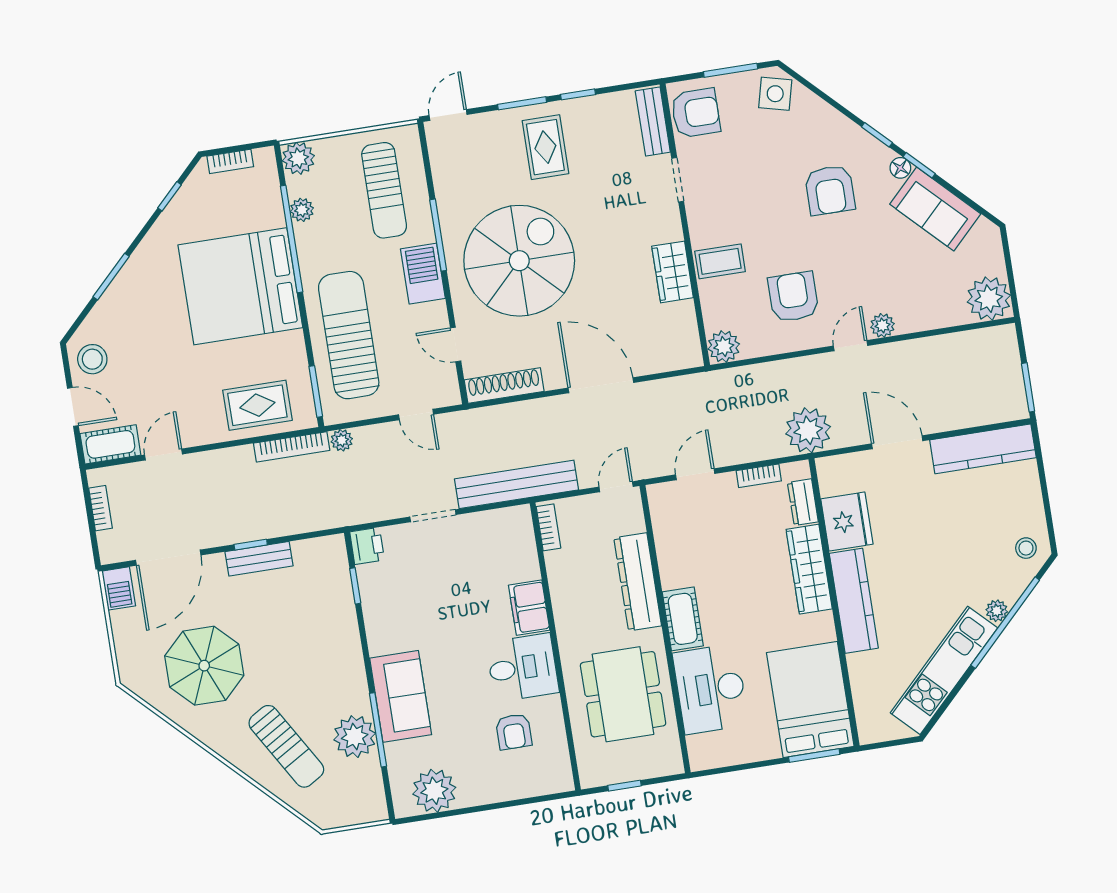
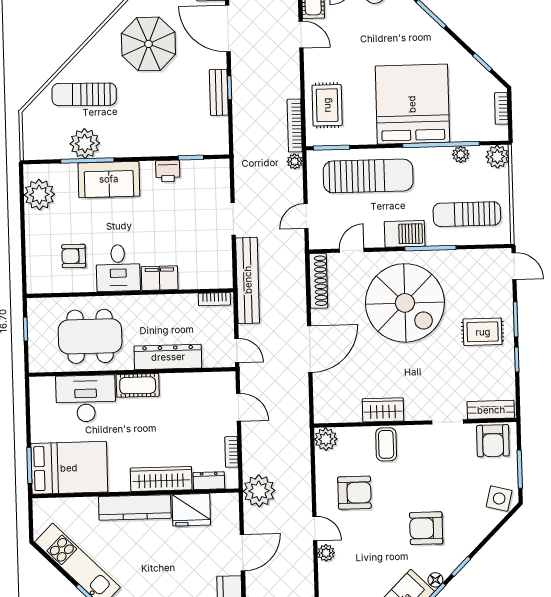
printer: (367, 546) -> (168, 171), moved
sun lounger: (286, 746) -> (84, 94), turned 32

